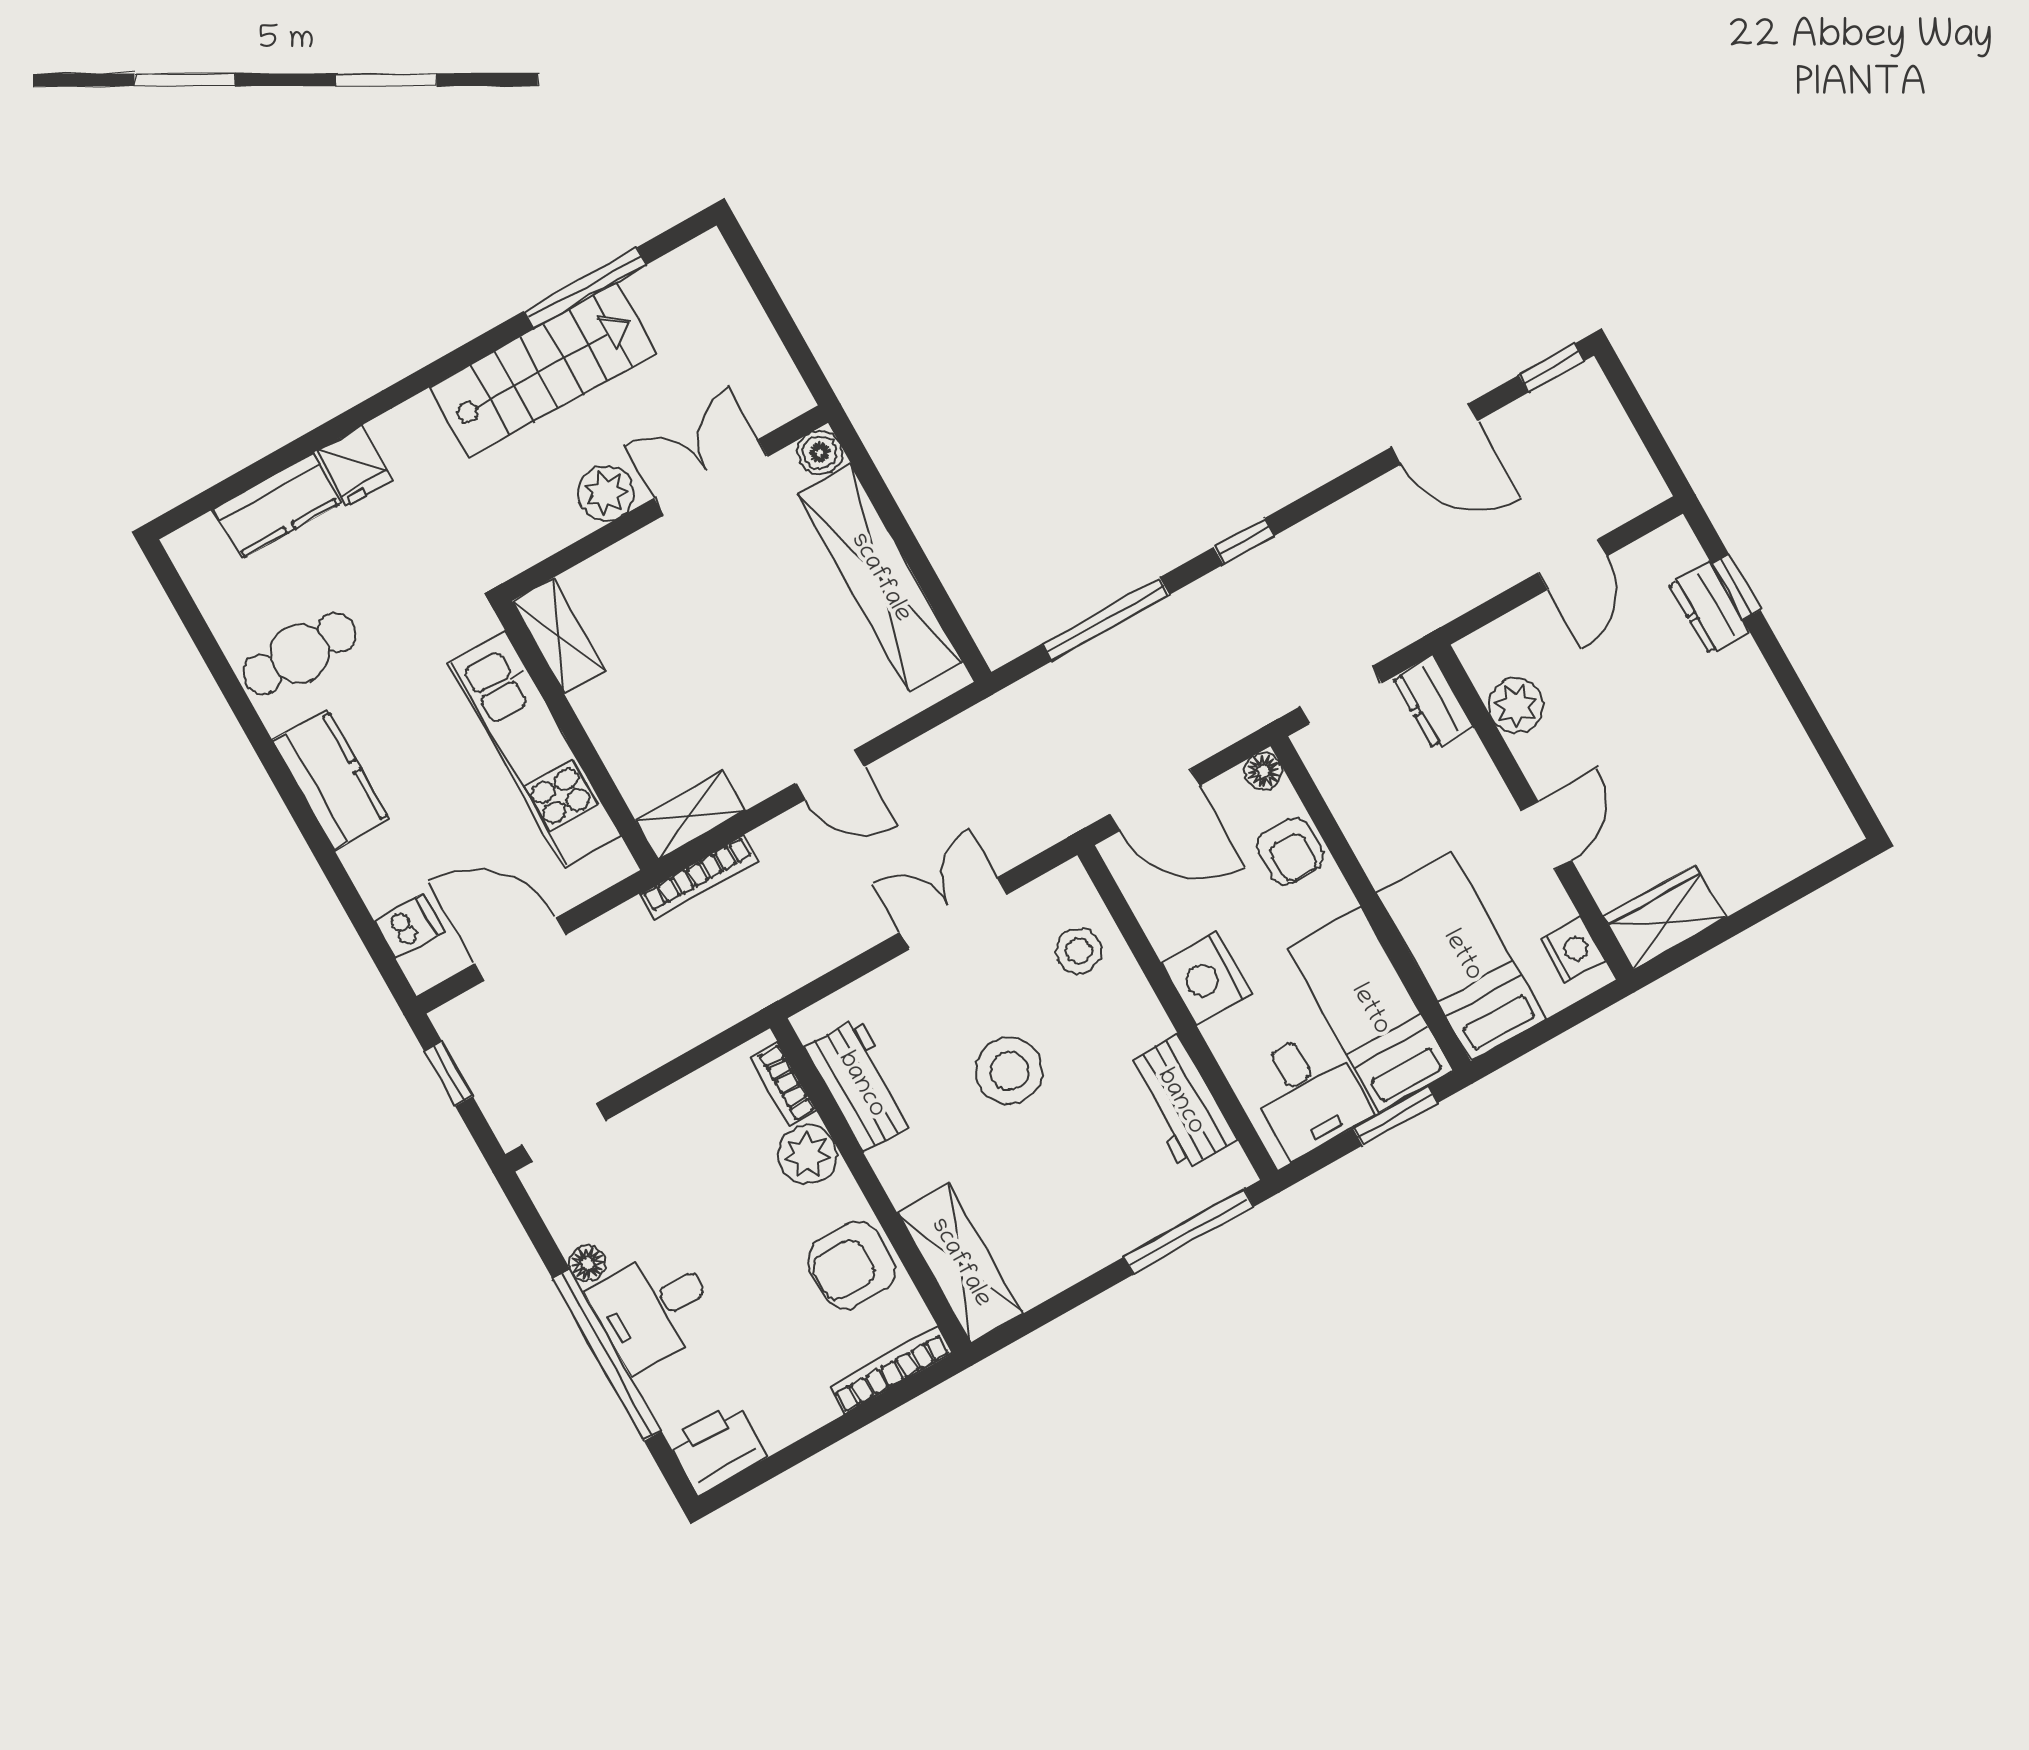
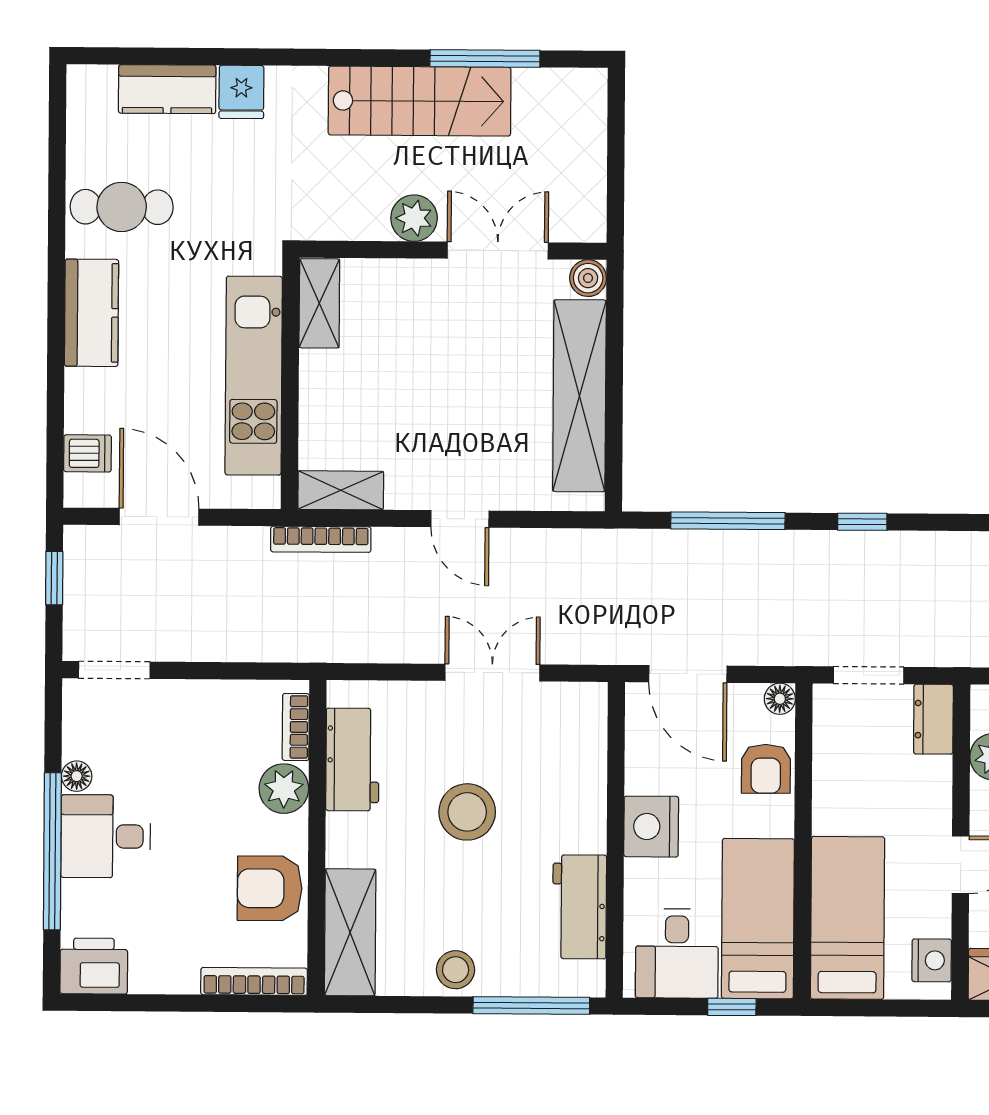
stool: (1079, 951) -> (456, 970), moved
window: (1395, 1115) -> (732, 1007), width x0.67

